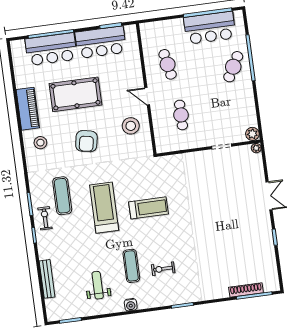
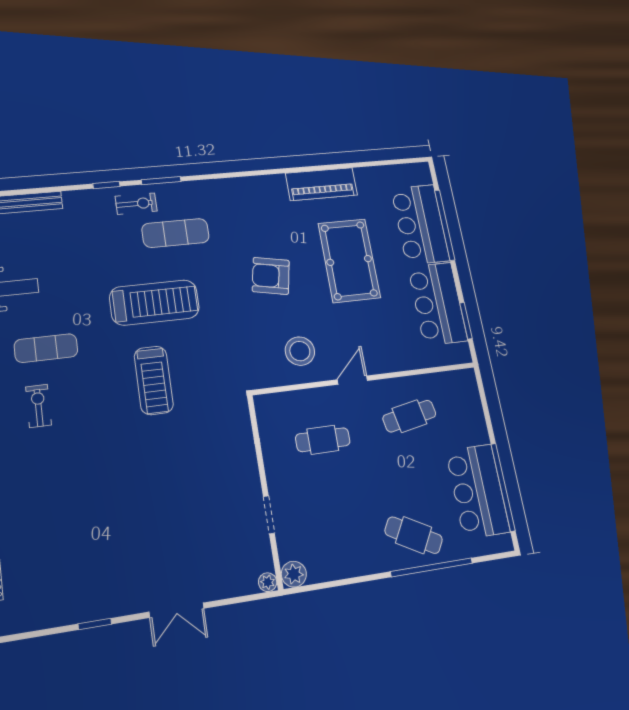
stool: (40, 143) -> (266, 202), removed

